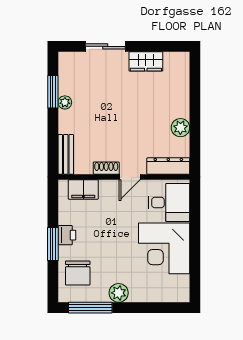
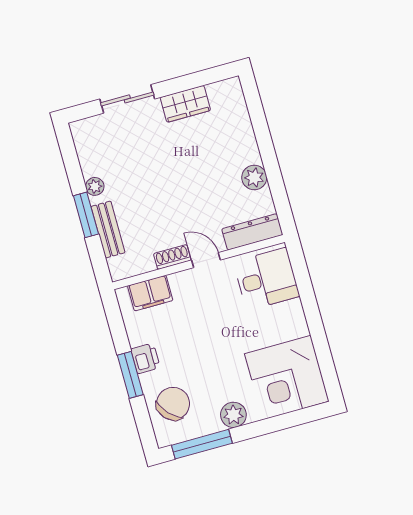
window: (53, 92) -> (86, 215), moved
bench: (66, 154) -> (108, 230), moved
door: (130, 177) -> (206, 260), swing flipped
corner desk: (164, 248) -> (287, 378), moved
chair: (78, 273) -> (173, 404), turned -133

